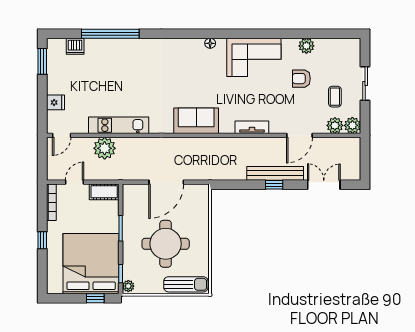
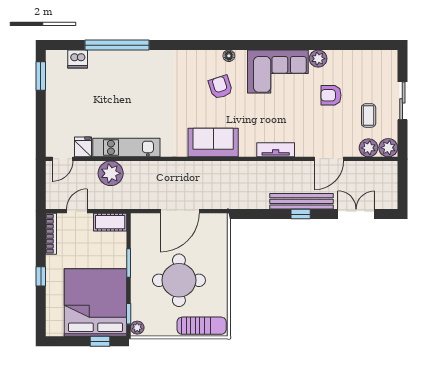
plant: (306, 46) -> (318, 59), moved
armchair: (203, 71) -> (220, 87), added
fridge: (56, 102) -> (83, 147), moved, turned -90

